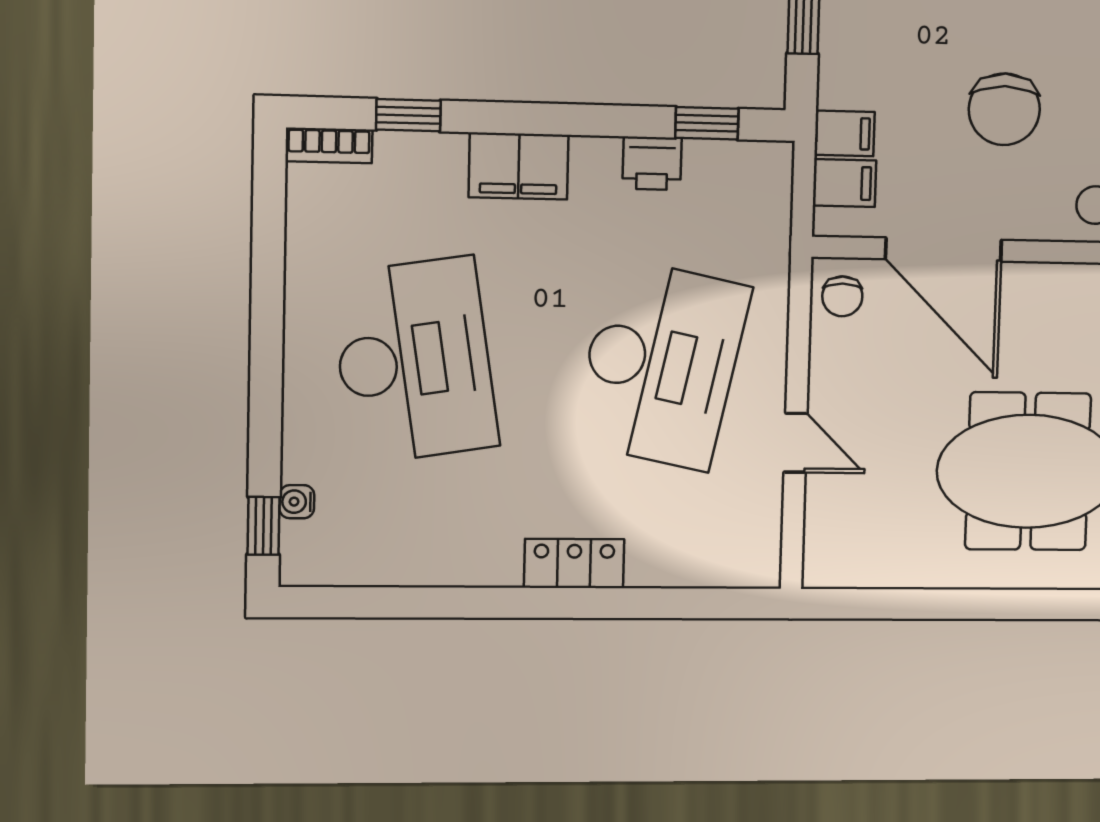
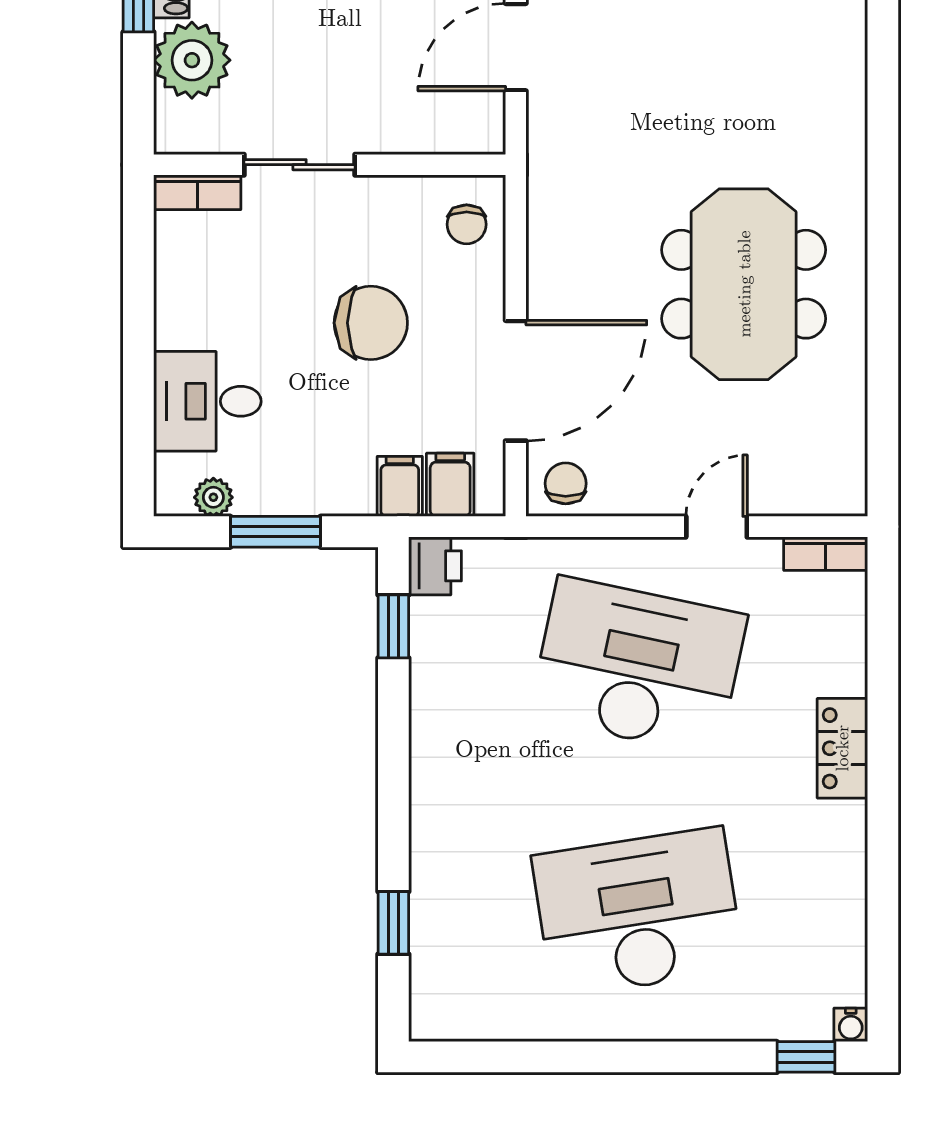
bookcase: (329, 145) -> (826, 554), moved, turned 90
printer: (652, 163) -> (435, 566), moved
filing cabinet: (519, 166) -> (441, 813), removed
chair: (842, 296) -> (566, 483), turned -90
water cooler: (297, 502) -> (851, 1025), moved

